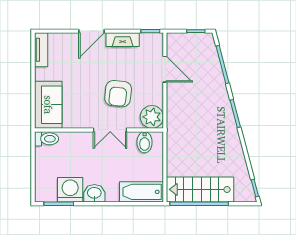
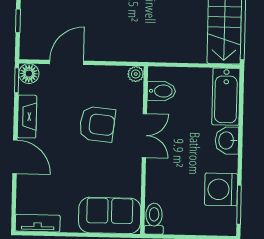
floor lamp: (156, 40) -> (29, 74), added
plant: (152, 117) -> (136, 74), width x0.53, depth x0.53
washbasin: (94, 193) -> (227, 140), moved

